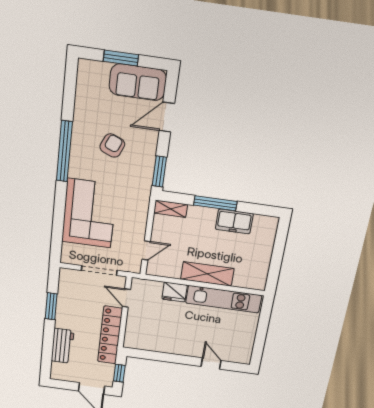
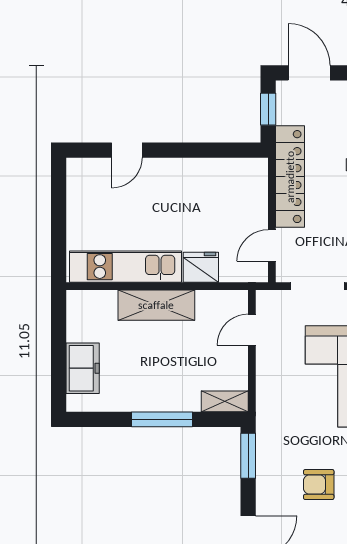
armchair: (112, 146) -> (319, 485), turned 67
freezer: (234, 221) -> (83, 368), moved, turned 90
door: (126, 298) -> (272, 246), swing flipped
door: (211, 364) -> (127, 150), hinge flipped

